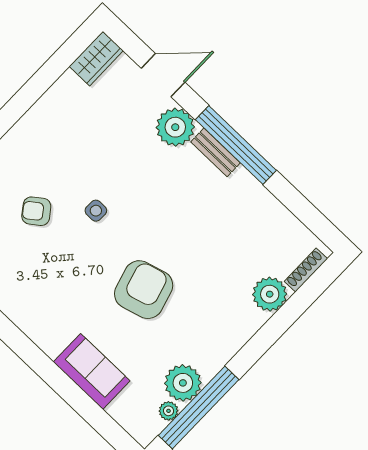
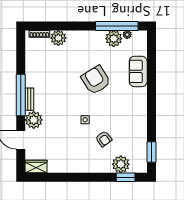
armchair: (144, 290) -> (96, 80), turned 74

